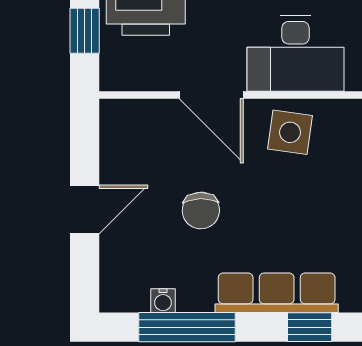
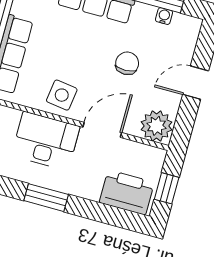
door: (211, 95) -> (102, 130), hinge flipped
plant: (128, 125) -> (156, 126), added

